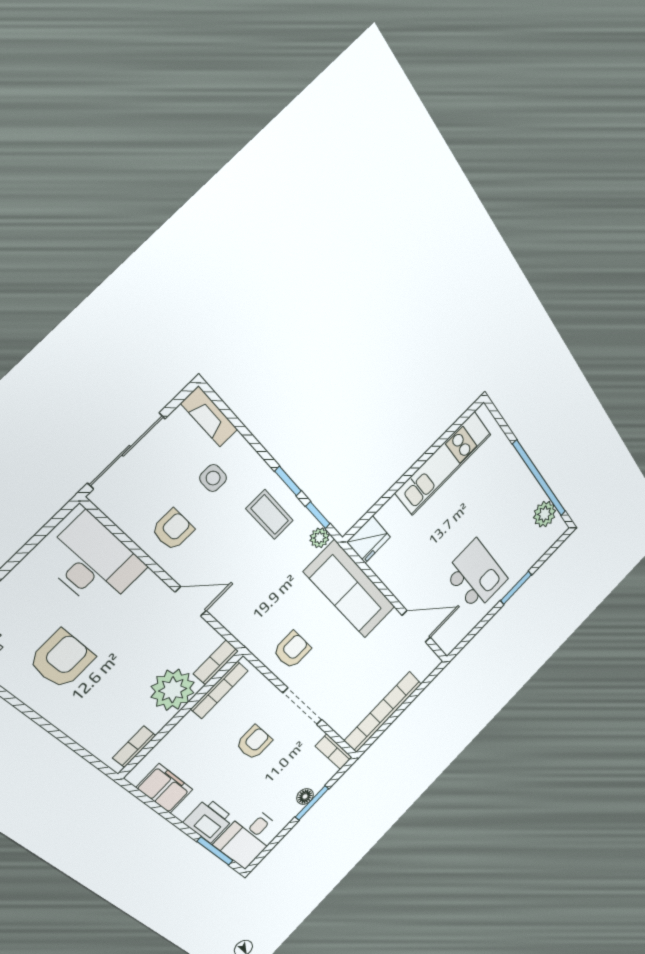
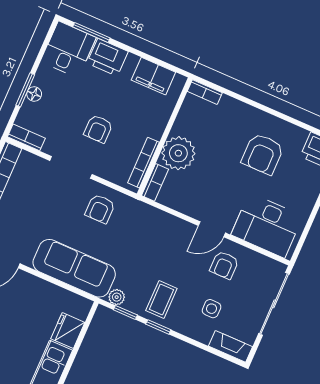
coffee table: (270, 515) -> (161, 300), turned 90
fridge: (369, 540) -> (68, 331), moved
door: (191, 601) -> (212, 229), moved
bookcase: (134, 747) -> (205, 92), moved, turned 90

